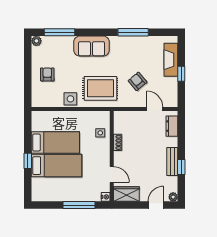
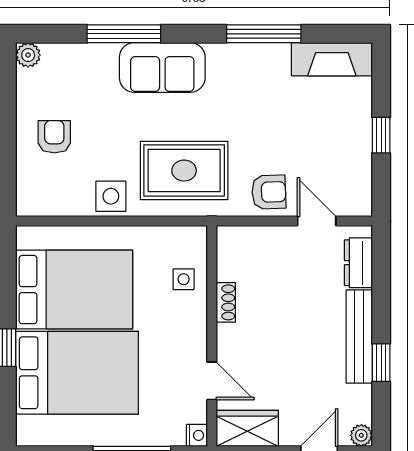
window: (60, 32) -> (124, 34), moved
fireplace: (171, 60) -> (332, 59), moved, turned -90
armchair: (138, 81) -> (269, 192), moved, turned 128
bed: (55, 143) -> (74, 290), width x1.50
bench: (172, 161) -> (359, 337), width x1.36
bed: (57, 166) -> (77, 373), width x1.50

